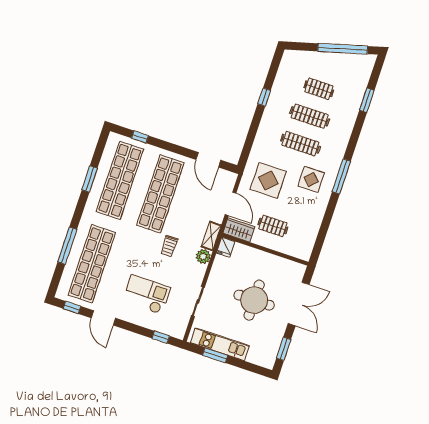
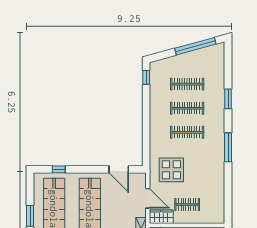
clothes rail: (319, 89) -> (187, 84), width x1.36
window: (264, 97) -> (146, 77), moved
window: (367, 100) -> (228, 99), moved
display table: (311, 179) -> (205, 158), removed

